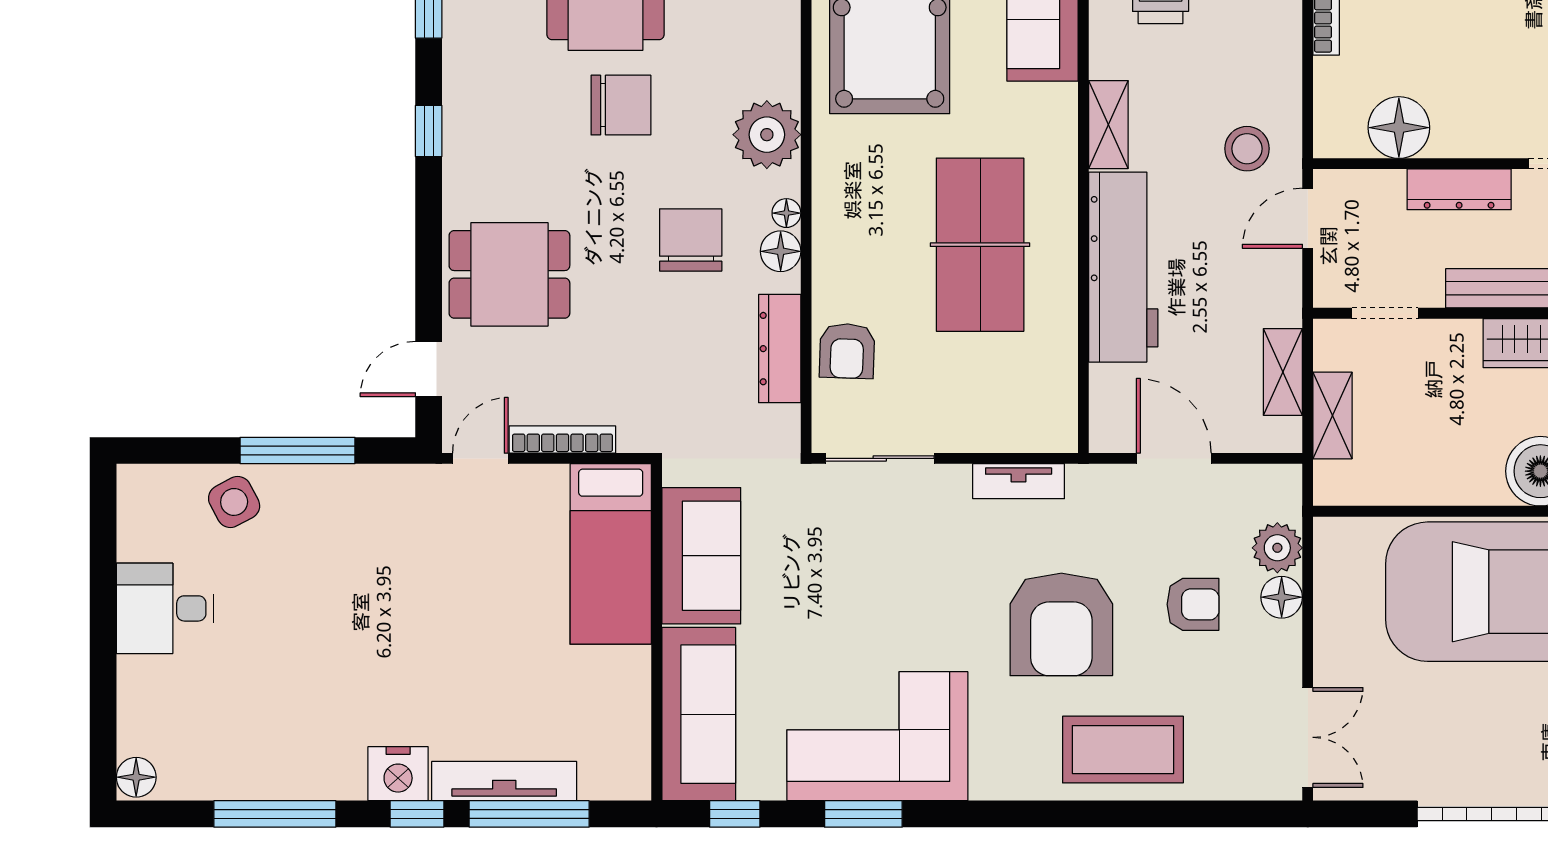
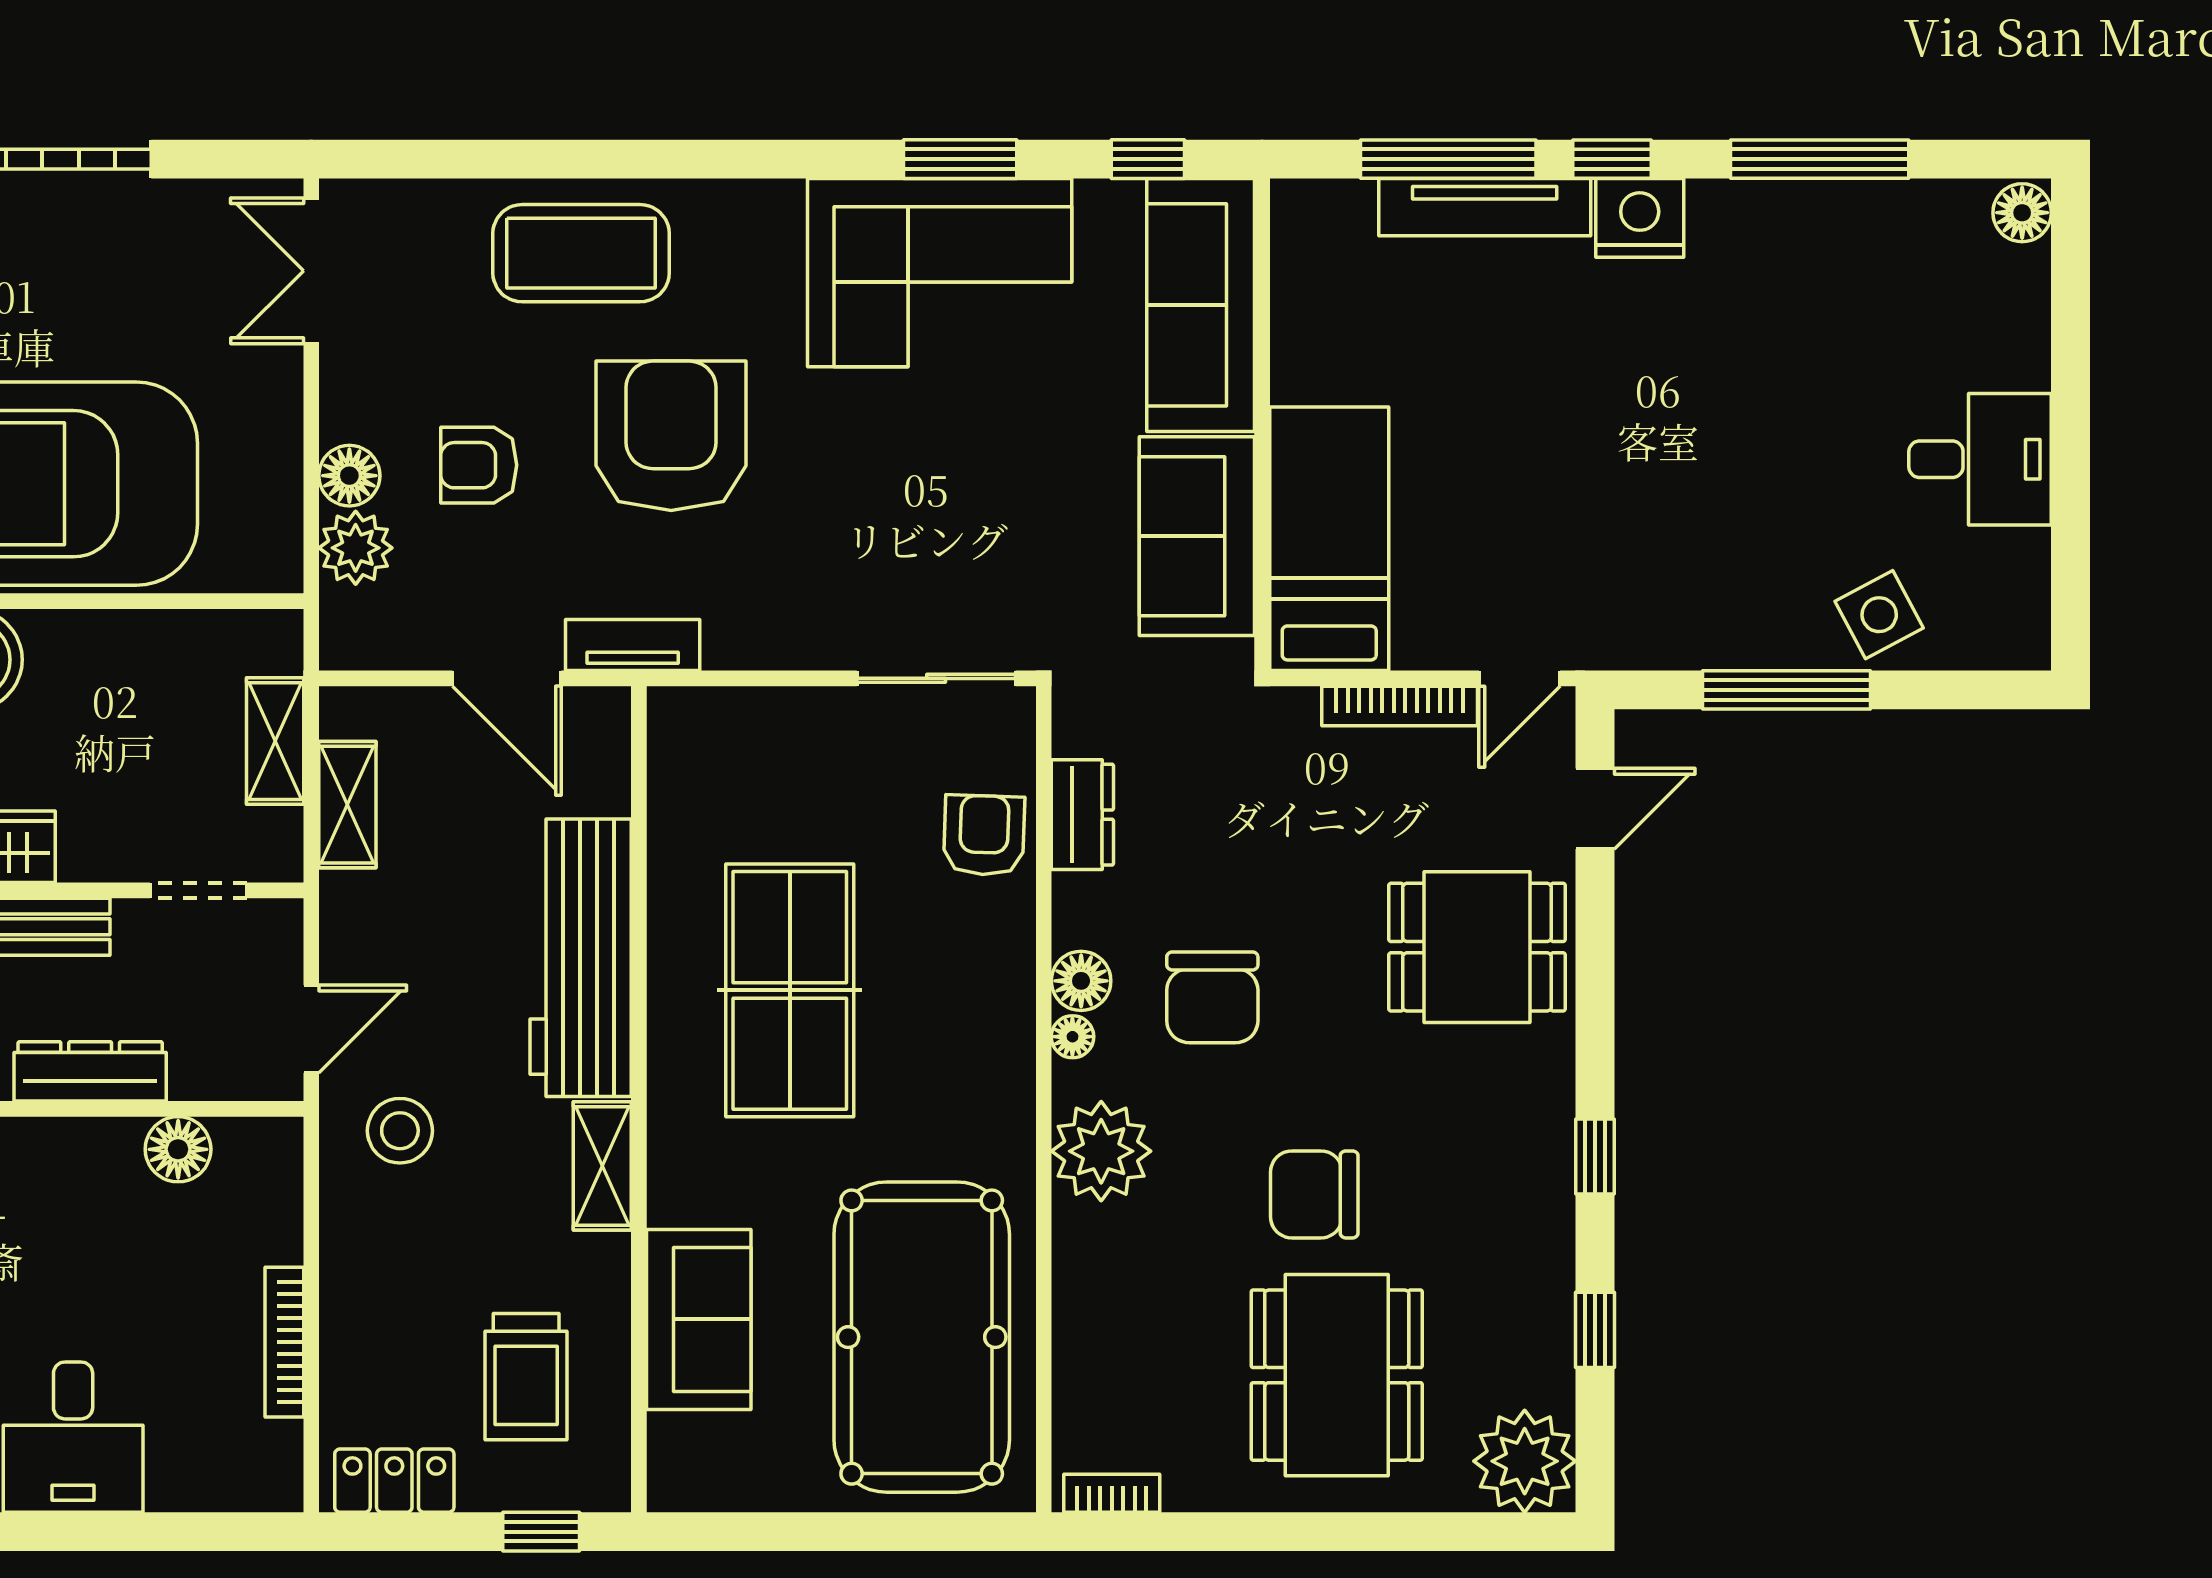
floor lamp: (1399, 128) -> (178, 1149), width x0.73, depth x0.73
dresser: (780, 349) -> (1082, 815), width x0.70
tv unit: (1019, 481) -> (633, 645), moved

